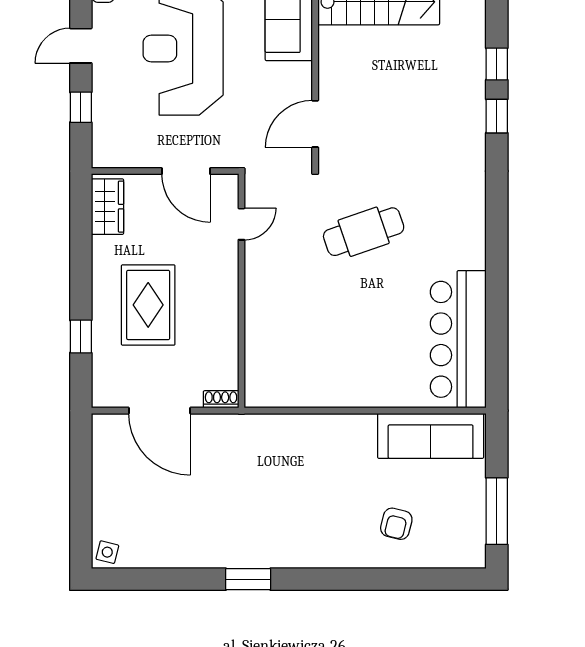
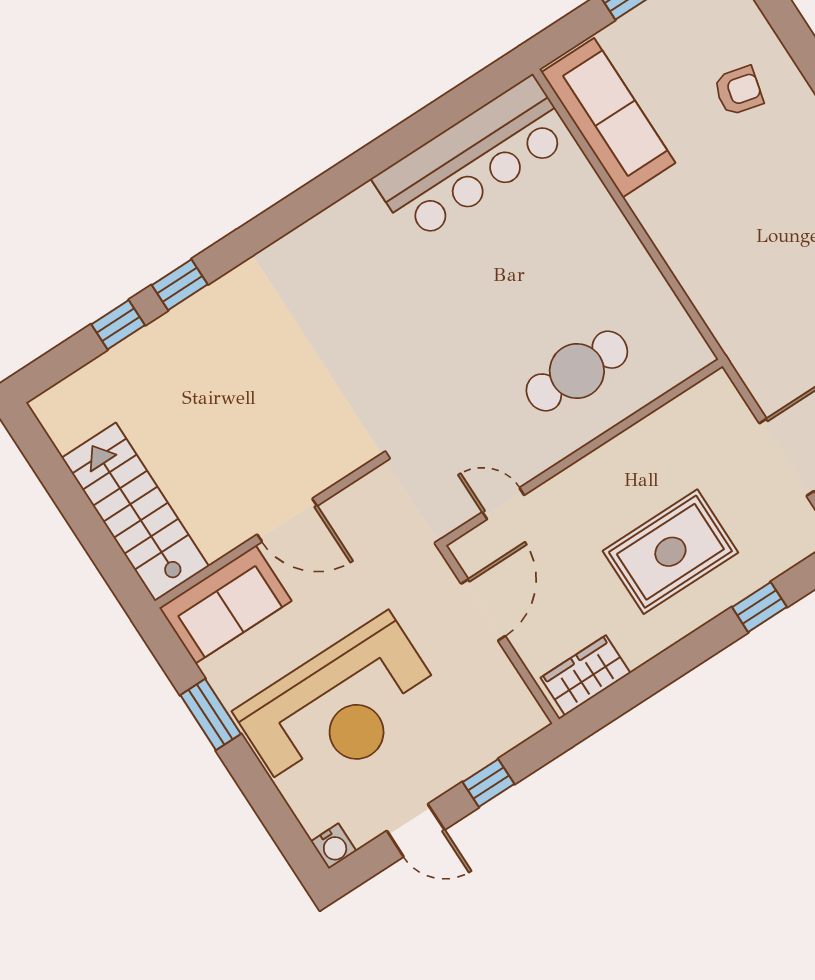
door: (315, 124) -> (287, 520), moved
cafe table: (364, 232) -> (577, 371), moved, turned -71
shoe rack: (221, 399) -> (726, 393), removed

